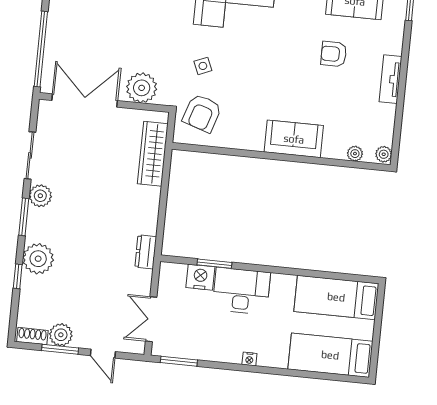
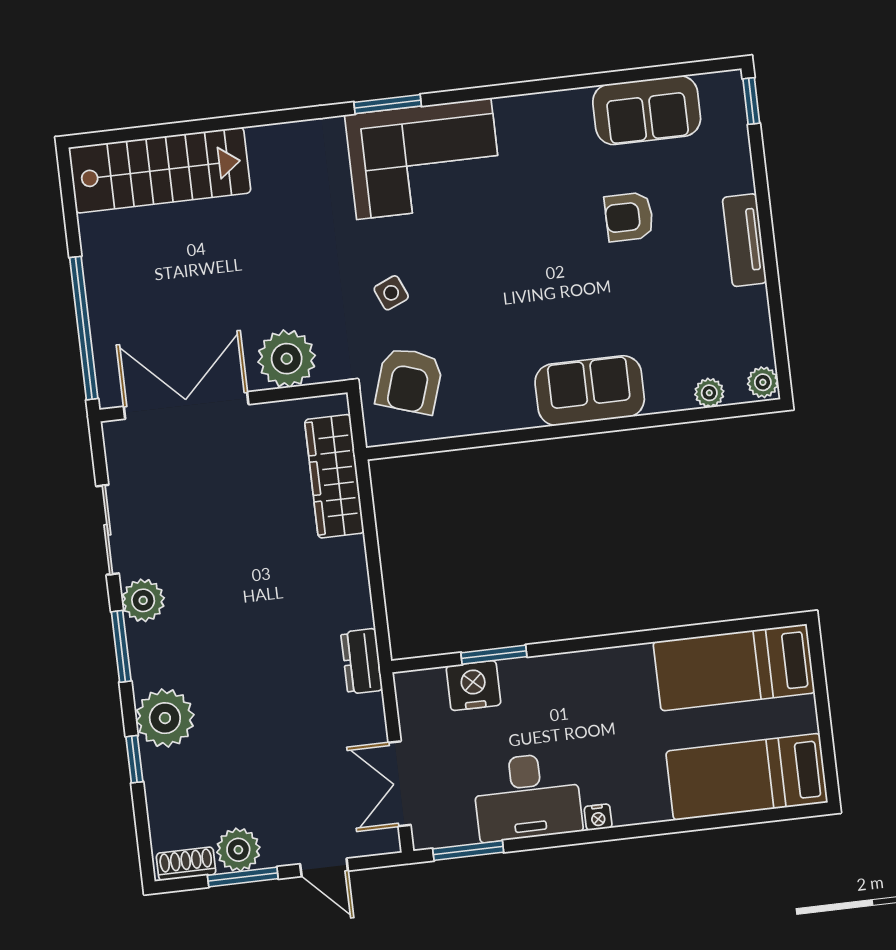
desk: (241, 291) -> (527, 797), moved, turned 180

